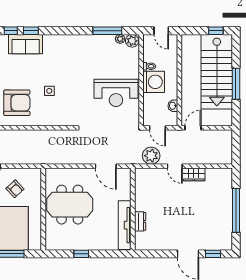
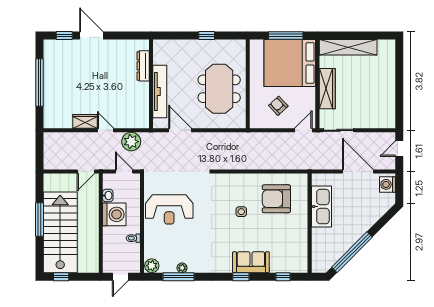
window: (31, 31) -> (241, 277), moved
door: (161, 31) -> (120, 277), swing flipped
plant: (120, 39) -> (182, 268), moved
sofa: (26, 44) -> (251, 262), moved
washing machine: (154, 82) -> (114, 214), moved, turned 180
reception desk: (116, 93) -> (169, 209), turned 180
meeting table: (70, 205) -> (219, 89), turned 90
dresser: (140, 221) -> (143, 66), width x1.44
tv unit: (125, 225) -> (160, 92), moved

